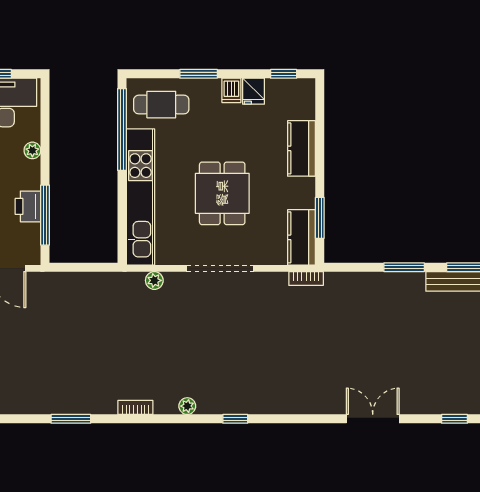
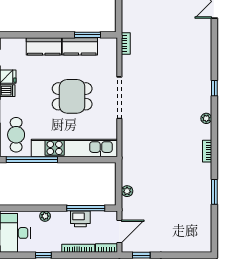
kitchen counter: (302, 237) -> (80, 46), moved
plant: (154, 280) -> (127, 191), moved

